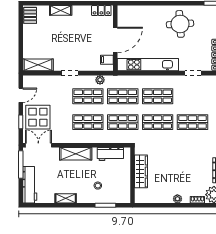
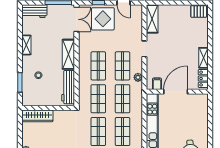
shelving: (61, 10) -> (203, 58), moved
door: (115, 40) -> (176, 92), swing flipped
workbench: (110, 154) -> (68, 87), width x1.37
wardrobe: (141, 171) -> (37, 116), moved
workbench: (30, 185) -> (34, 11), width x0.73

